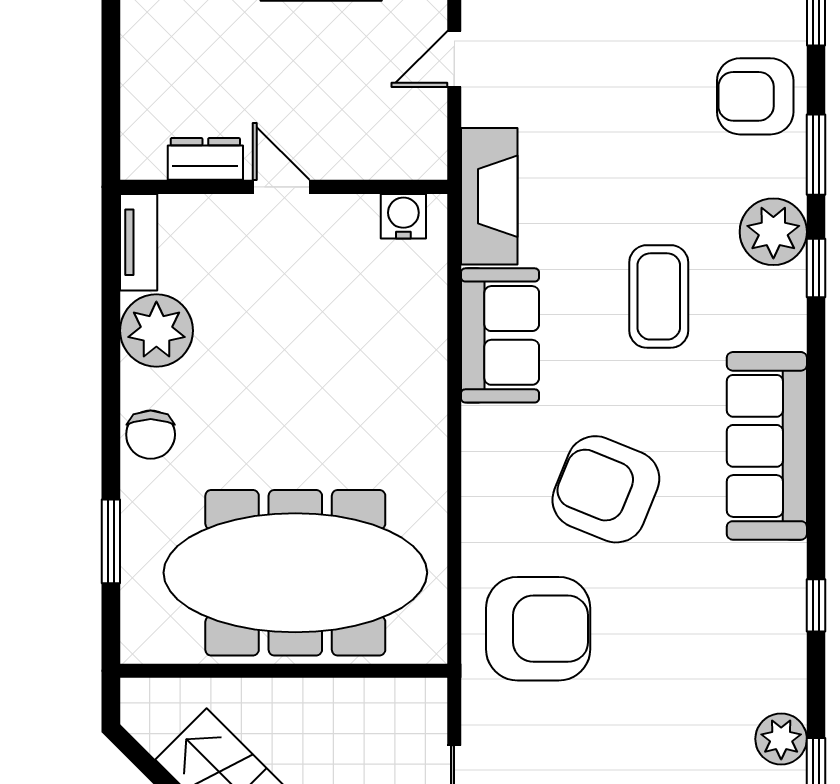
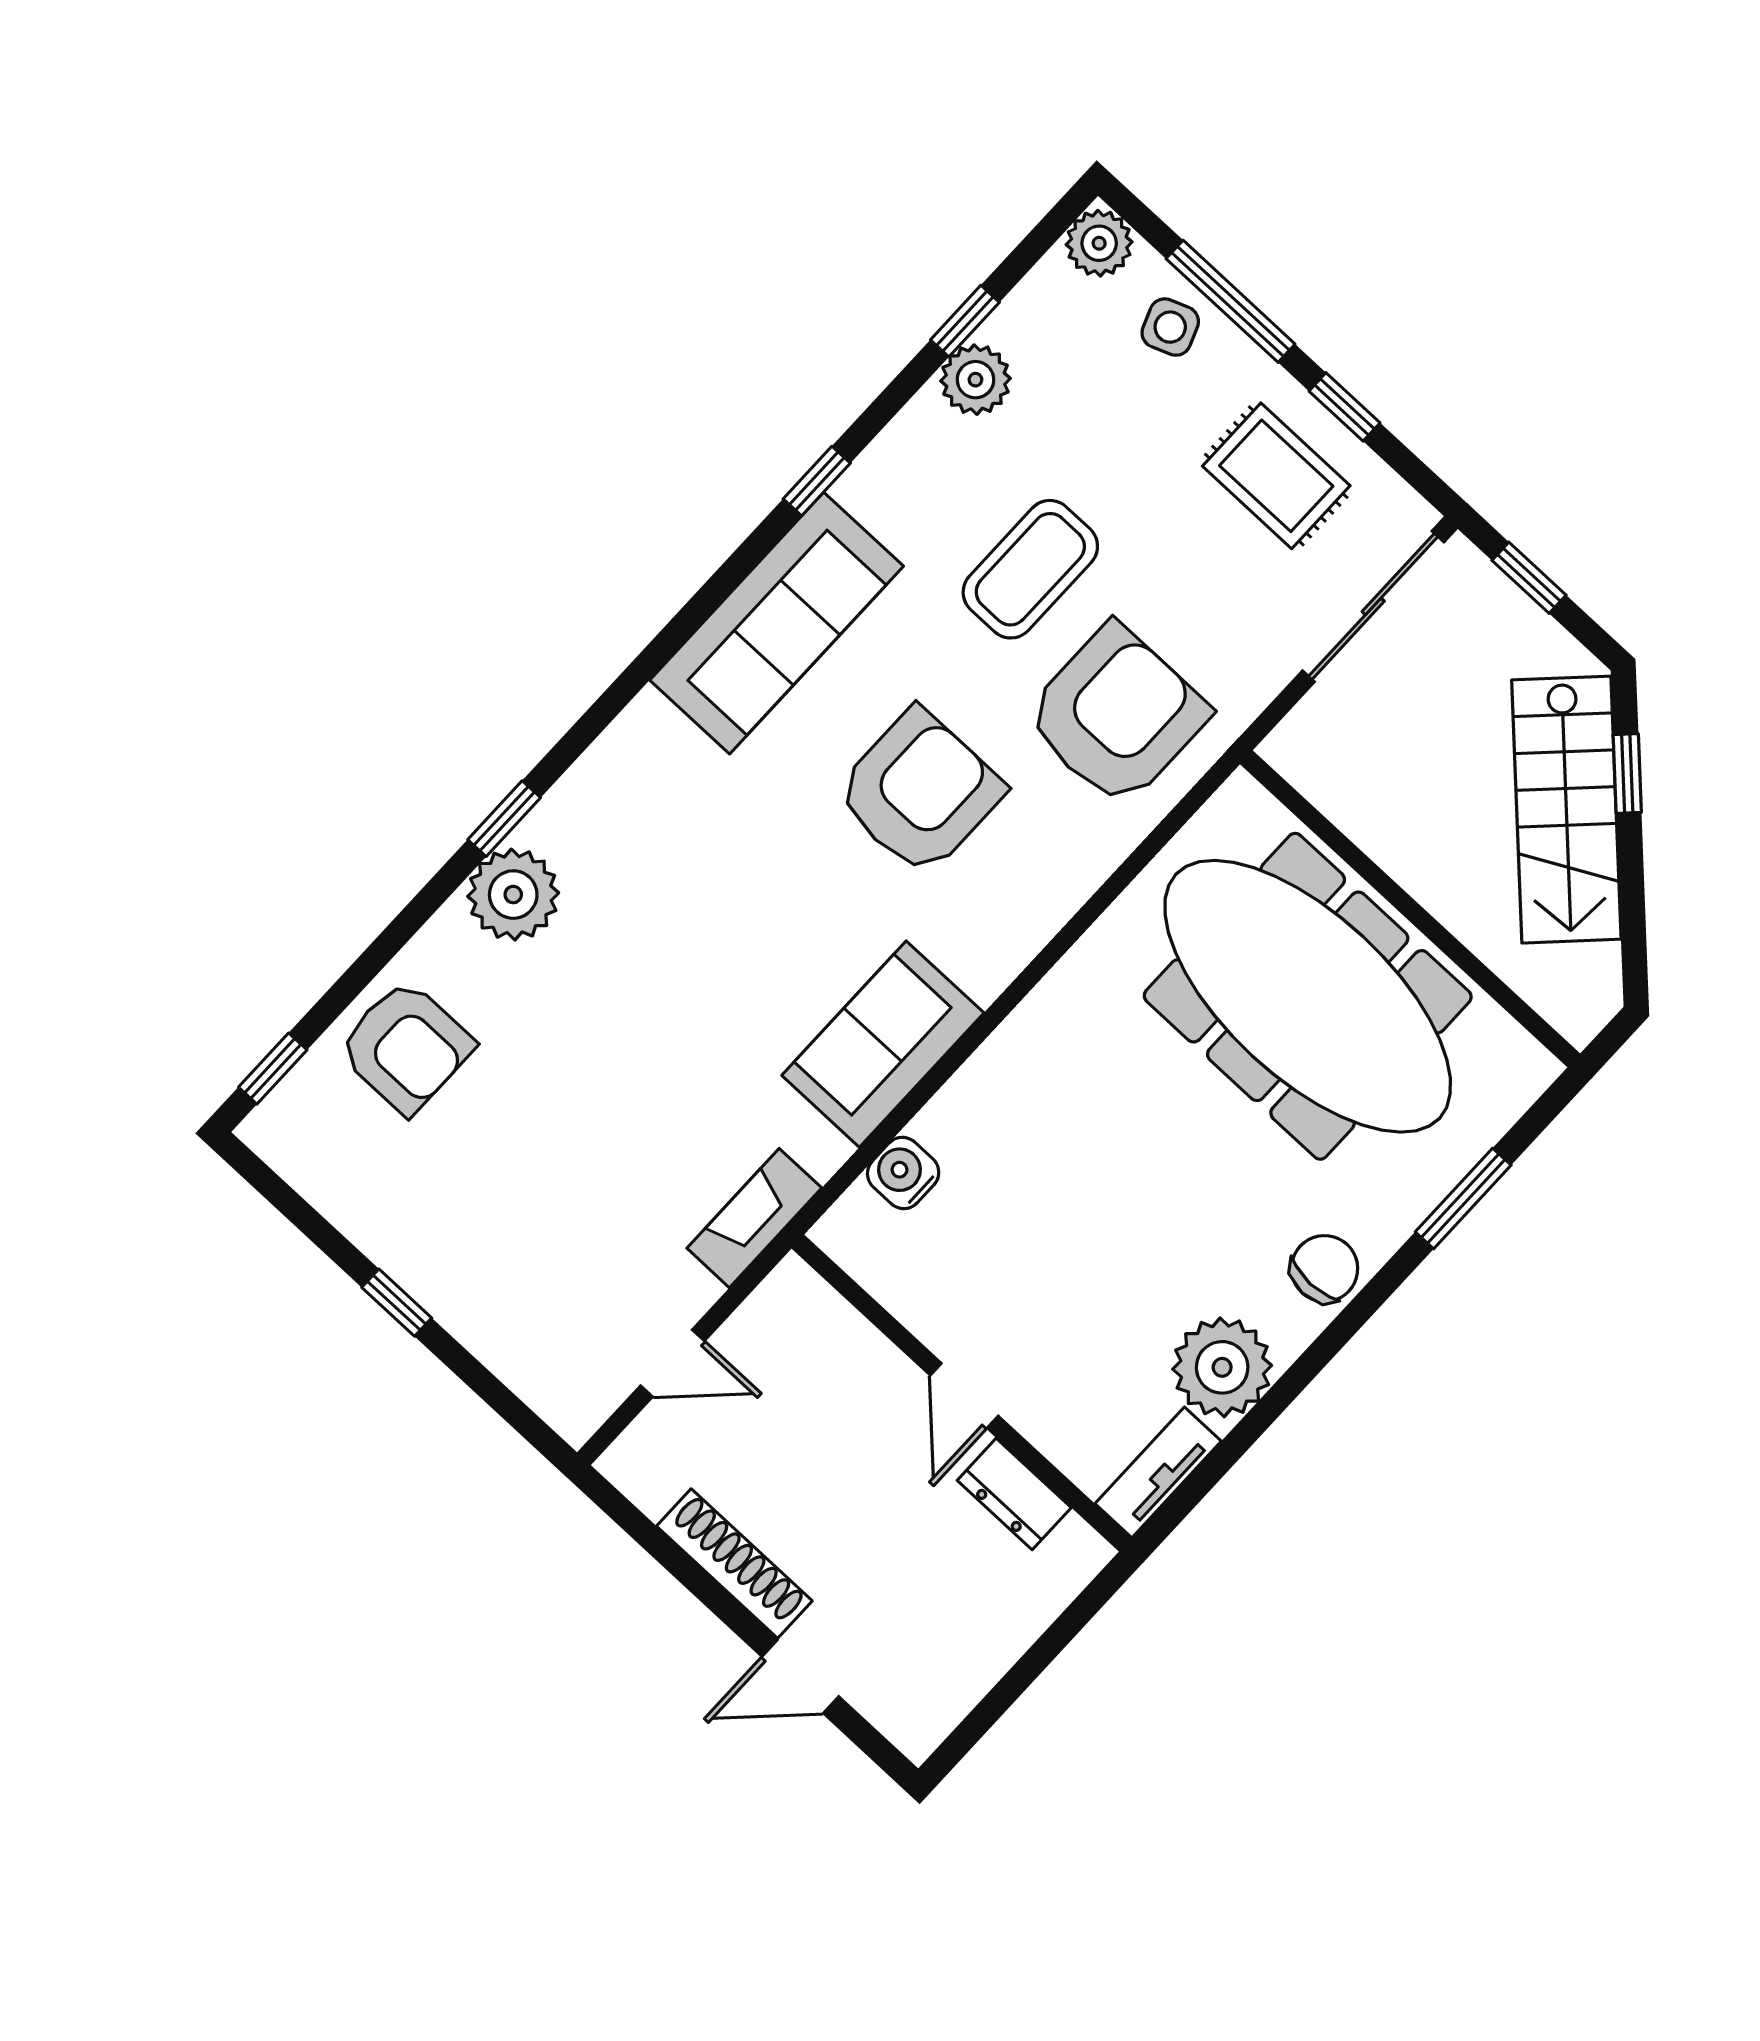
window: (816, 155) -> (399, 932), removed
fireplace: (489, 196) -> (754, 1218), width x0.73, depth x0.76
water cooler: (403, 216) -> (903, 1173), moved, turned 90
coffee table: (659, 296) -> (1030, 569), moved
sofa: (767, 446) -> (777, 623), moved
armchair: (606, 489) -> (920, 792), turned -112
armchair: (538, 629) -> (1116, 715), turned 90

